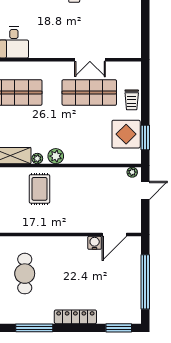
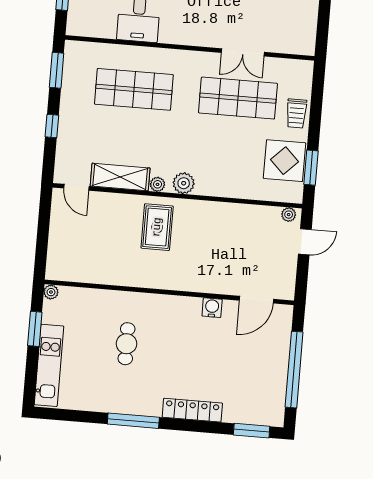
water cooler: (95, 243) -> (212, 308), moved
cafe table: (25, 274) -> (126, 344), width x0.73, depth x0.74

